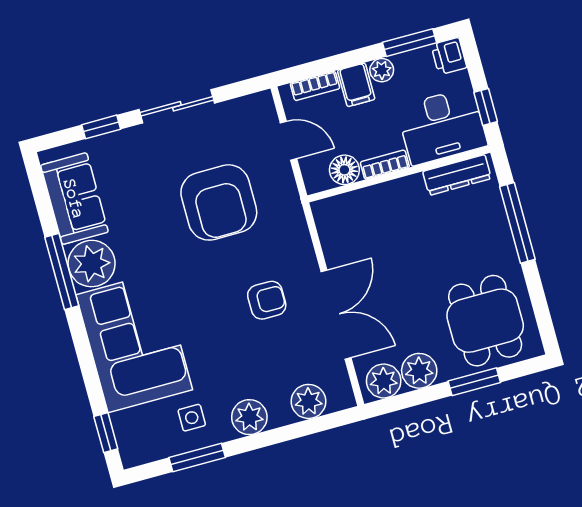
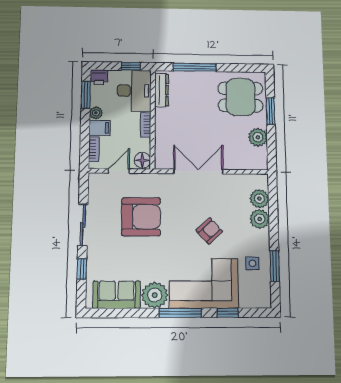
floor lamp: (344, 170) -> (142, 160), moved
window: (62, 272) -> (180, 313), moved
armchair: (267, 300) -> (209, 231), moved, turned 48
double door: (336, 315) -> (198, 172), moved
plant: (384, 381) -> (259, 157), removed
plant: (249, 417) -> (260, 219), moved
window: (106, 433) -> (228, 313), moved

